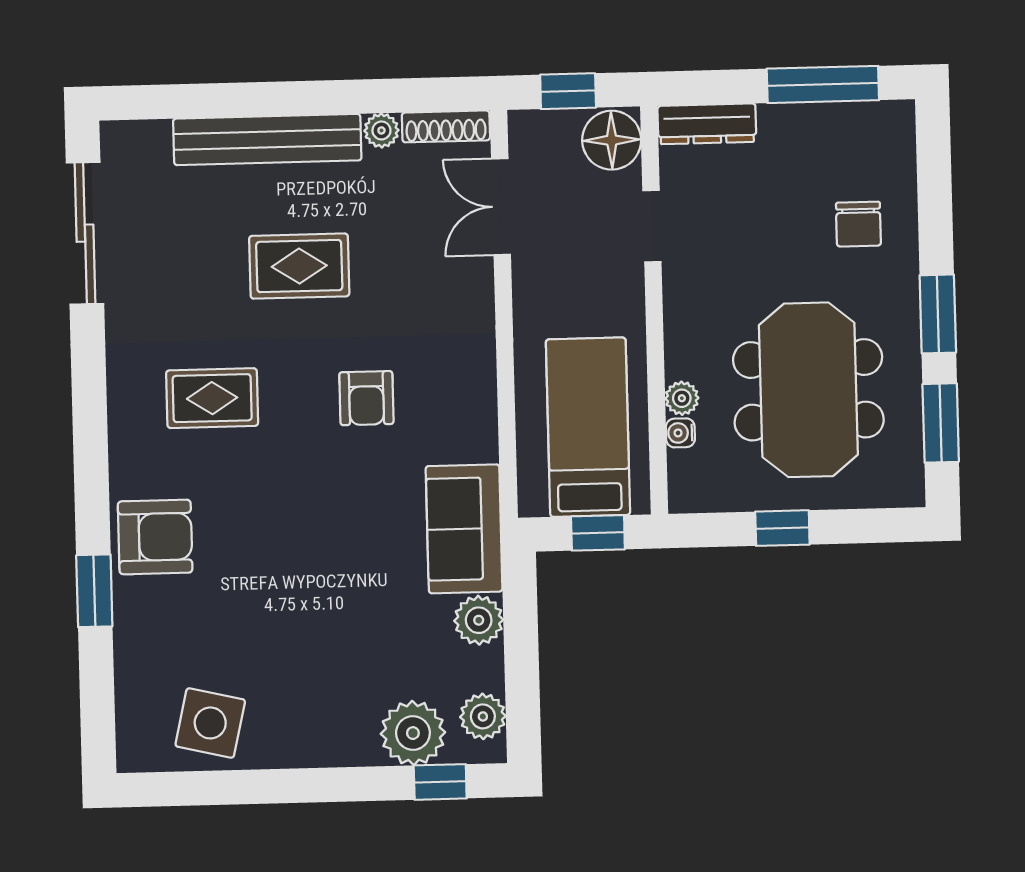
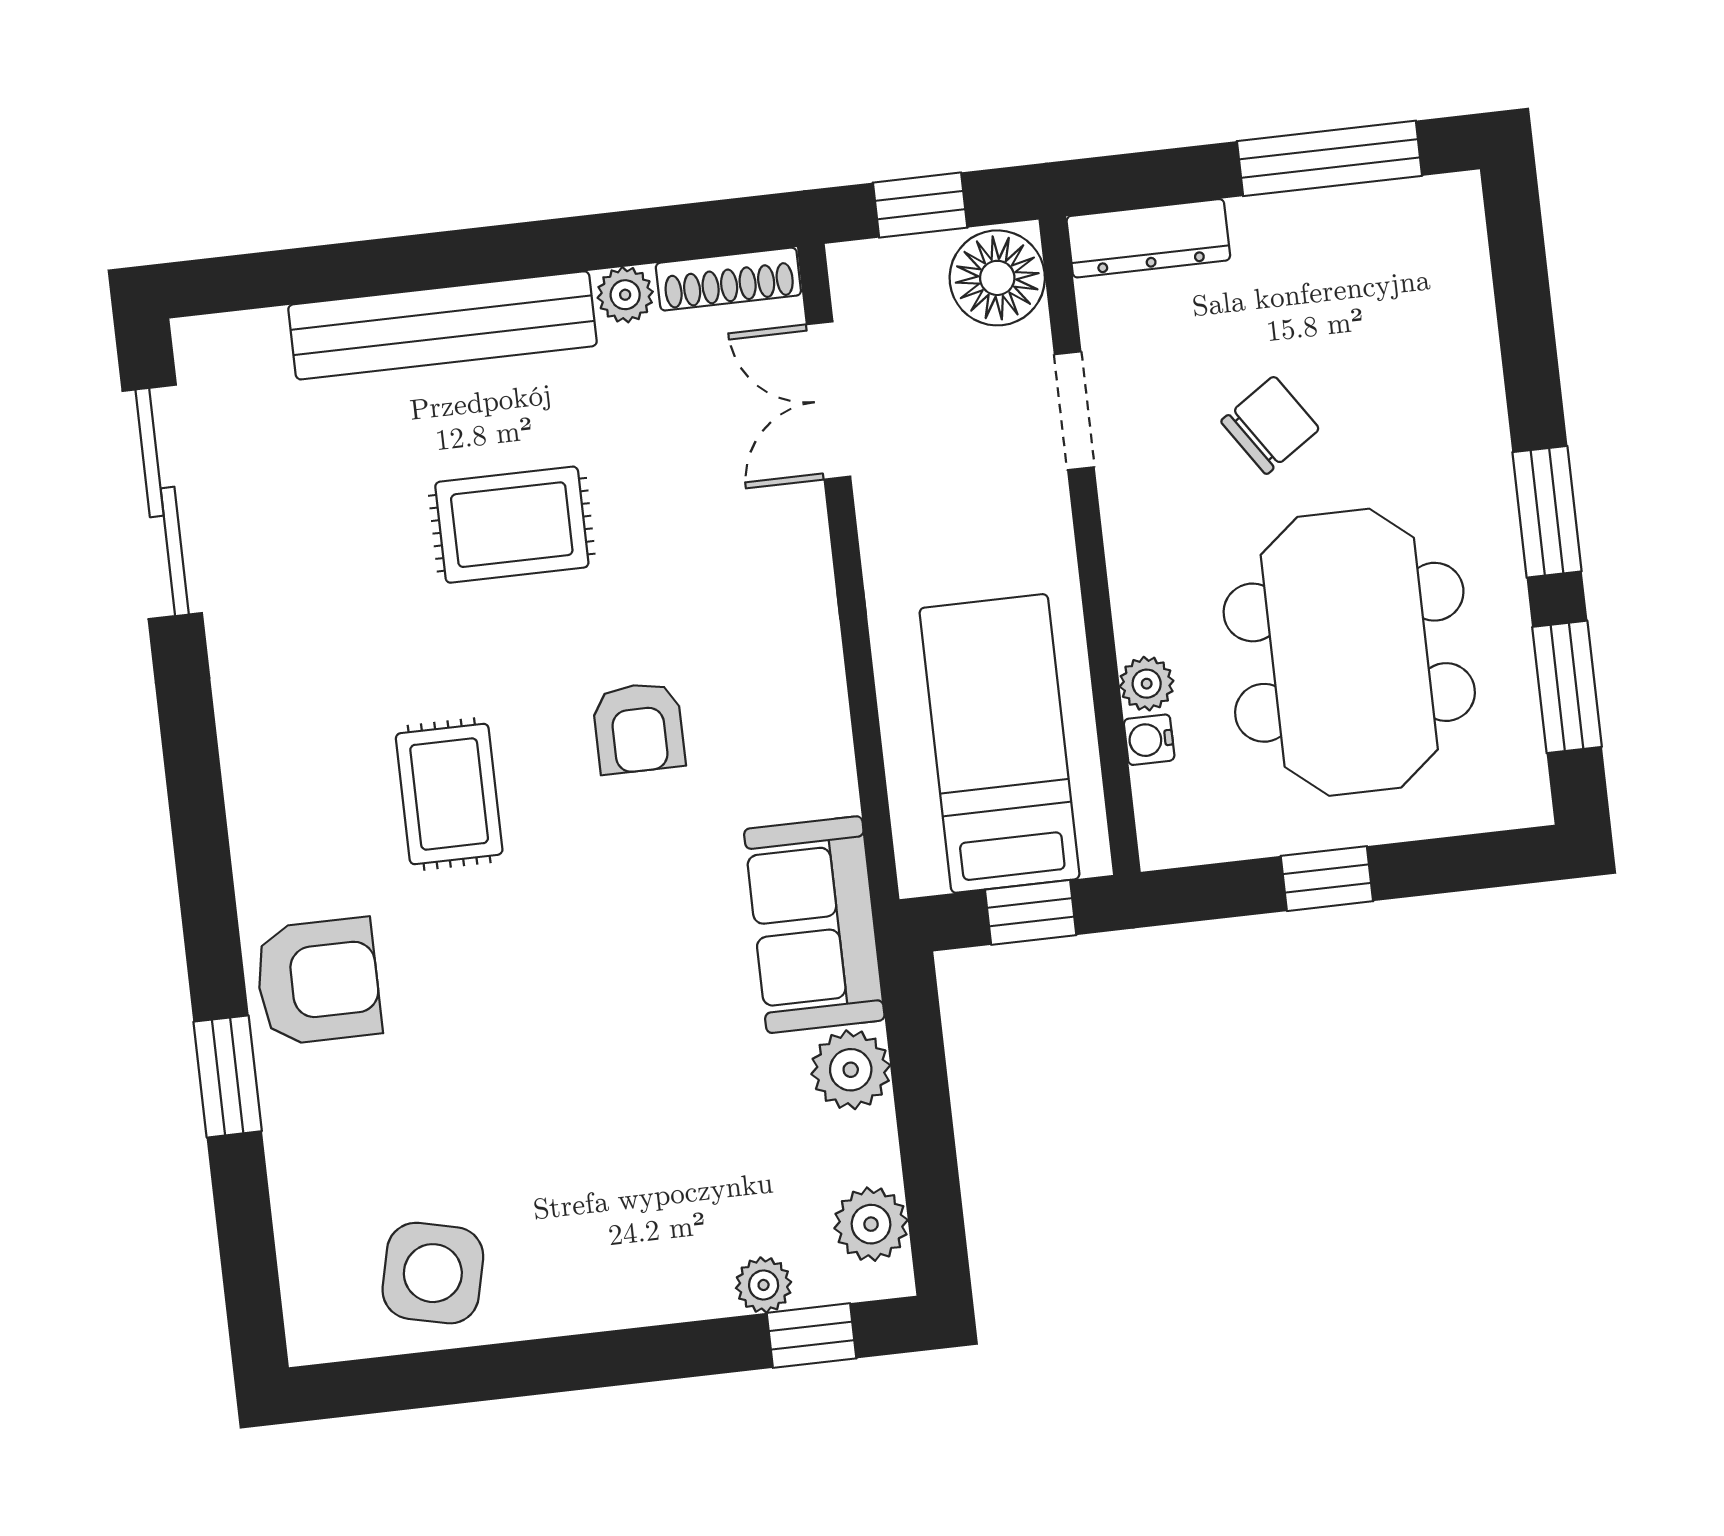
chair: (858, 224) -> (1270, 425), moved, turned -124
rug: (212, 398) -> (449, 794), moved, turned 90
plant: (413, 733) -> (764, 1285), width x0.53, depth x0.53

